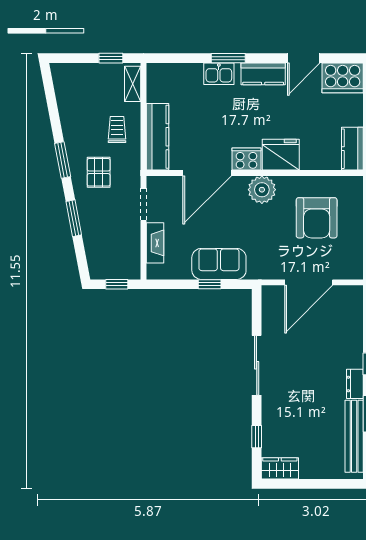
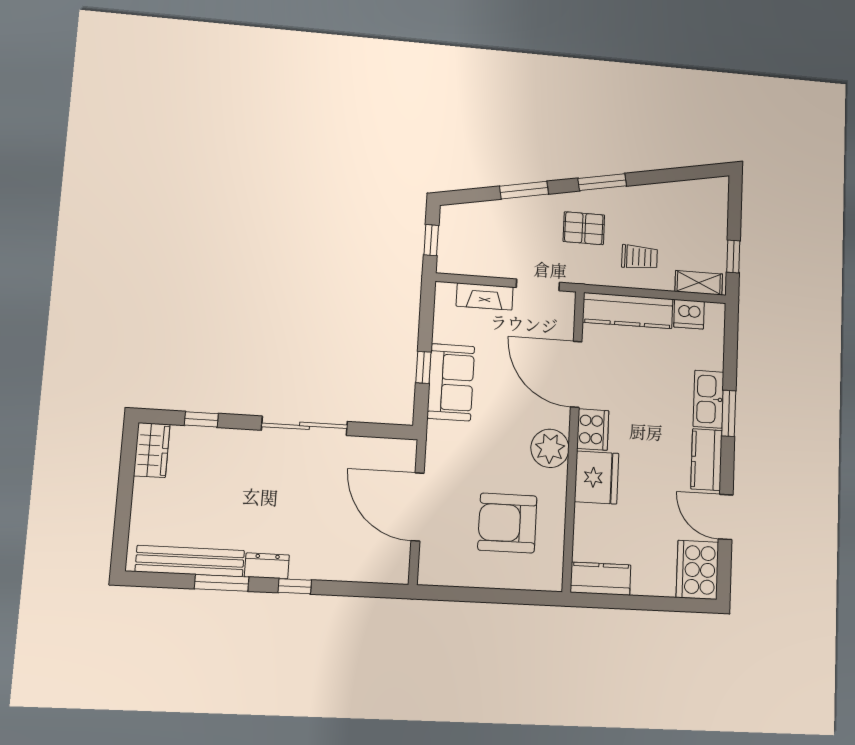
kitchen sink: (219, 74) -> (708, 399), width x1.38
dishwasher: (157, 91) -> (689, 314), added

